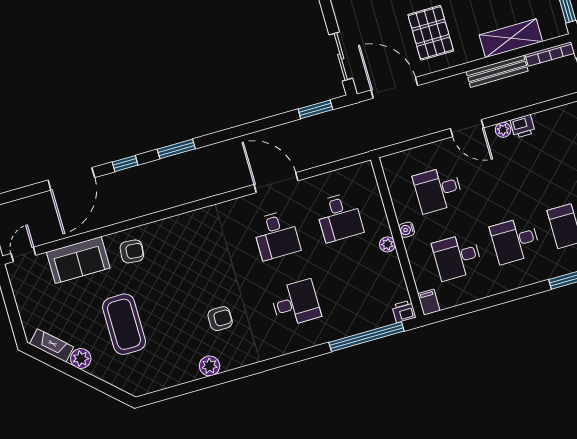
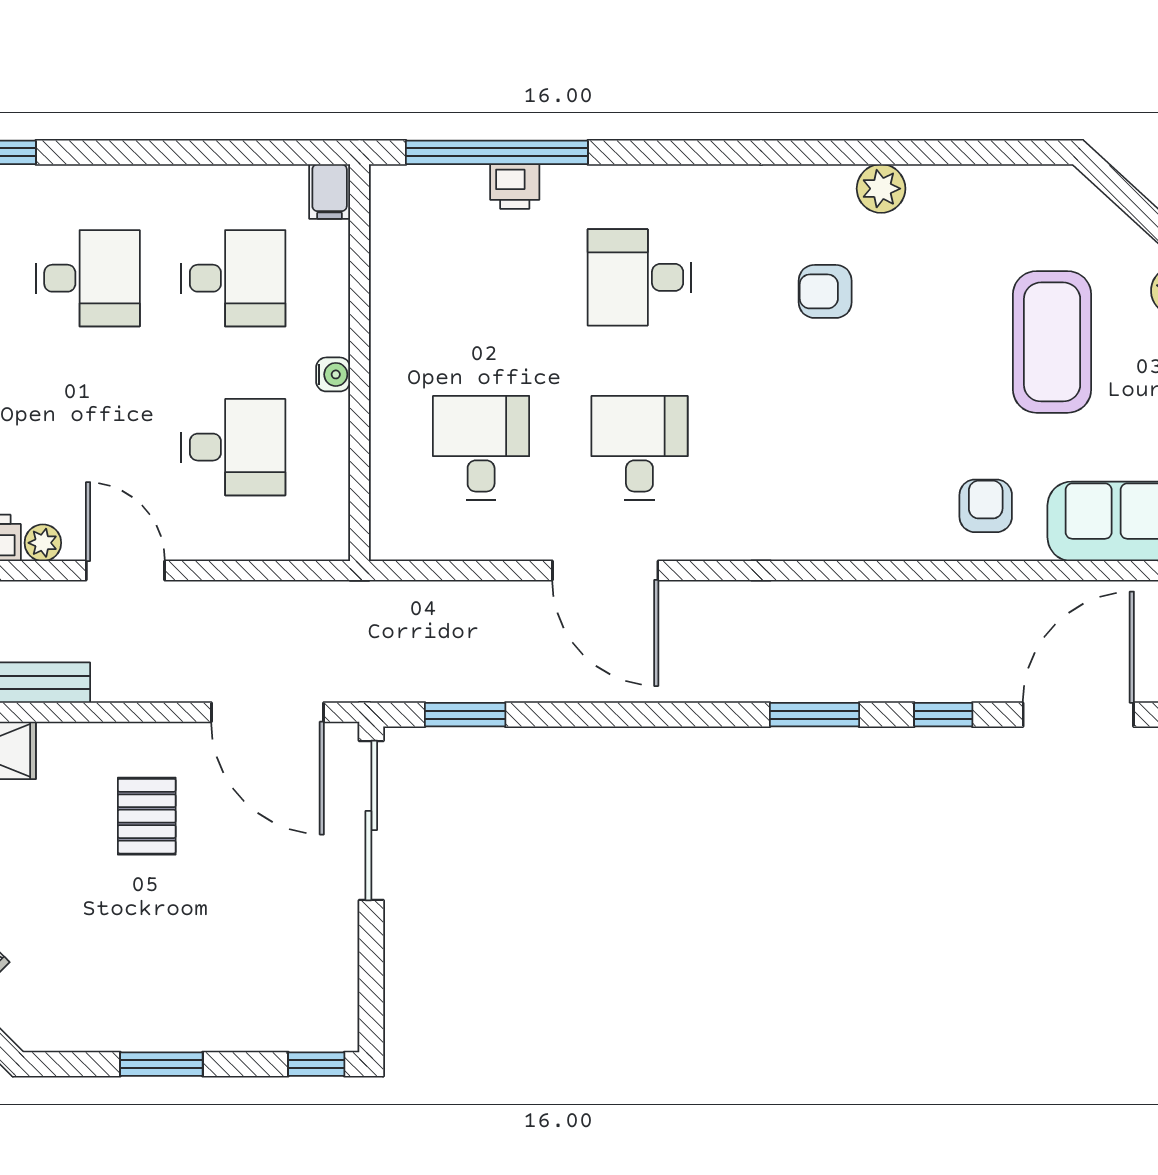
pallet: (431, 33) -> (147, 816), width x0.67, depth x0.71
sliding door: (341, 57) -> (371, 820), width x1.37
plant: (387, 244) -> (387, 353), removed
armchair: (132, 251) -> (986, 506), turned 85
printer: (404, 311) -> (515, 187), moved

